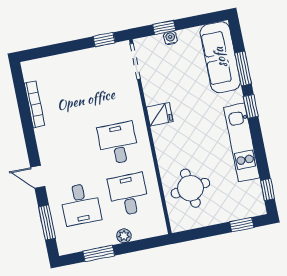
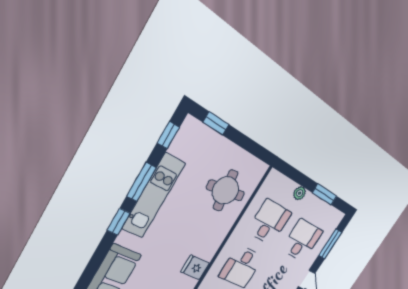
window: (243, 68) -> (141, 182), moved
desk: (128, 195) -> (269, 222), turned 180

